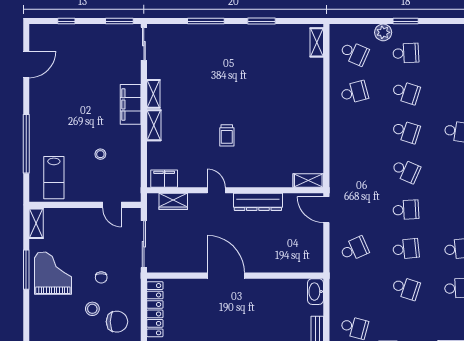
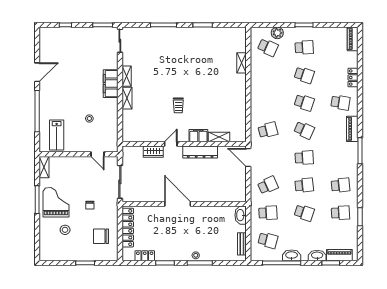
plant: (383, 32) -> (277, 33), moved
shelving: (317, 42) -> (242, 63), moved
door: (26, 64) -> (37, 72), moved
school desk: (354, 92) -> (268, 130), moved
filing cabinet: (164, 179) -> (198, 136), moved
shelving: (308, 180) -> (219, 137), moved
door: (216, 190) -> (171, 144), hinge flipped
wardrobe: (173, 201) -> (153, 152), moved
school desk: (354, 288) -> (268, 213), added
stool: (92, 309) -> (65, 230), moved
chair: (117, 322) -> (101, 236), turned 180

